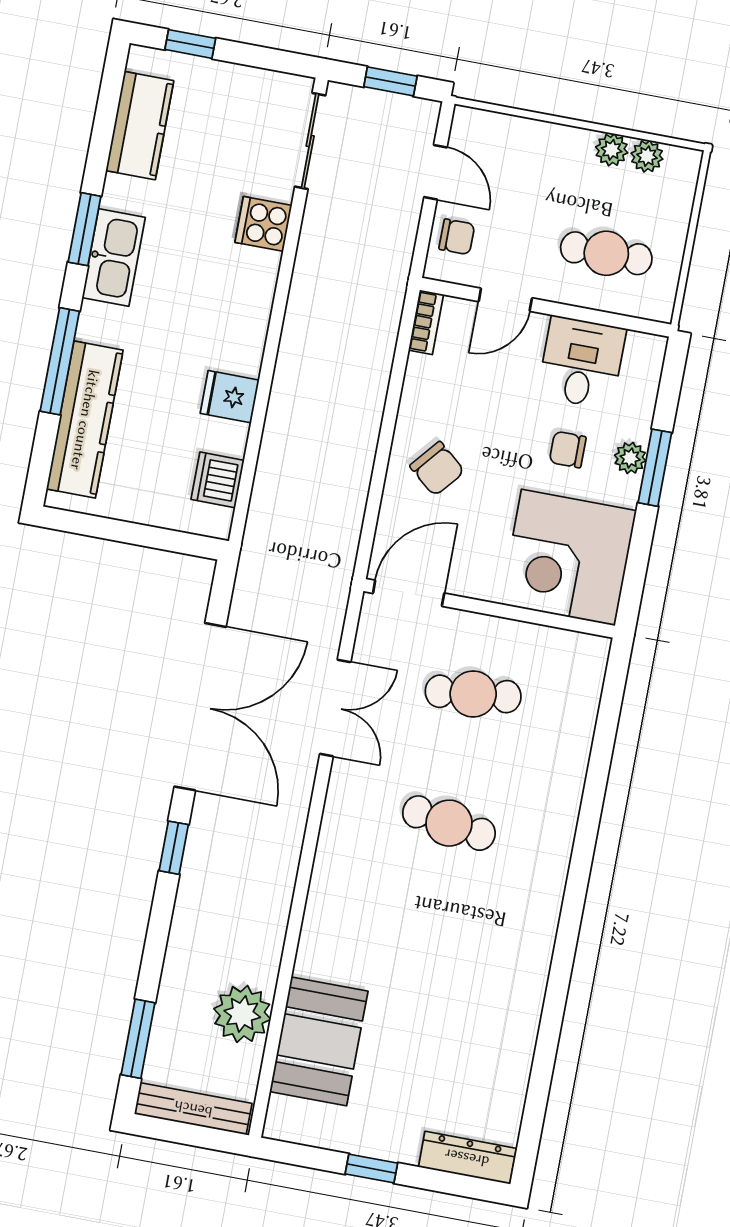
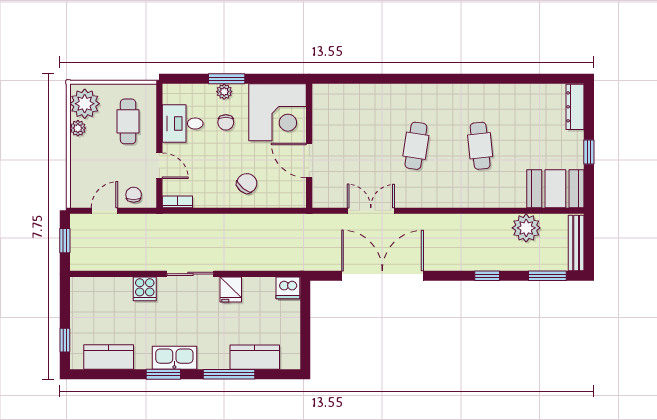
sliding door: (310, 141) -> (190, 274), moved
plant: (647, 156) -> (85, 104), width x1.88, depth x1.88
kitchen counter: (85, 420) -> (255, 357), width x0.67
dishwasher: (218, 480) -> (288, 288), moved
door: (409, 593) -> (309, 160), moved
cafe table: (473, 694) -> (480, 146), moved
window: (174, 848) -> (487, 276), moved
booth: (319, 1041) -> (555, 189), moved

